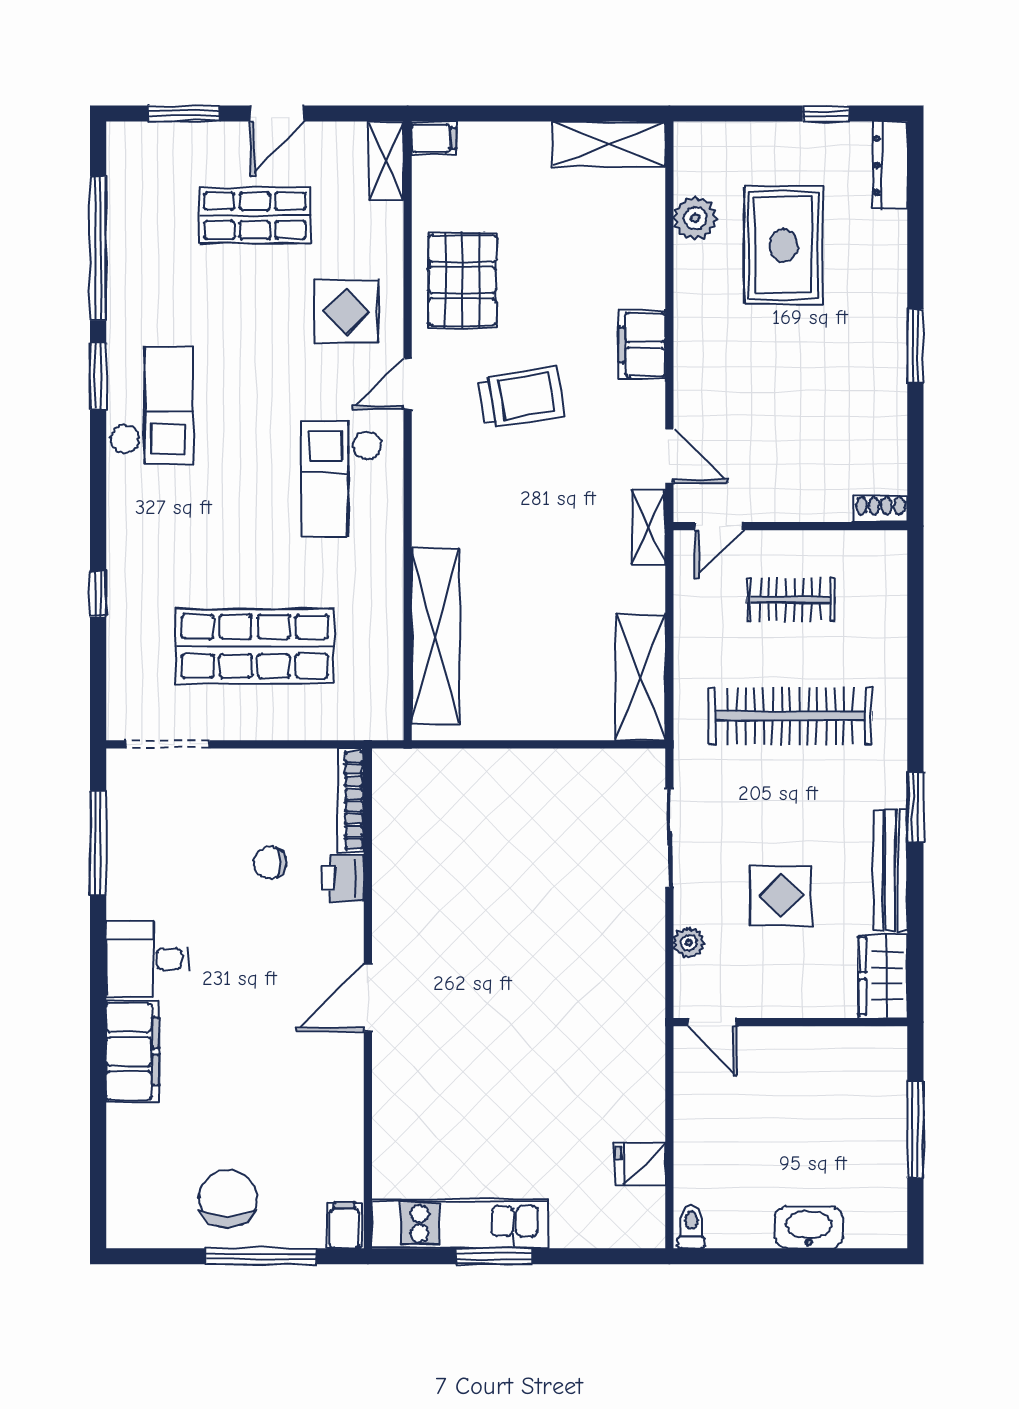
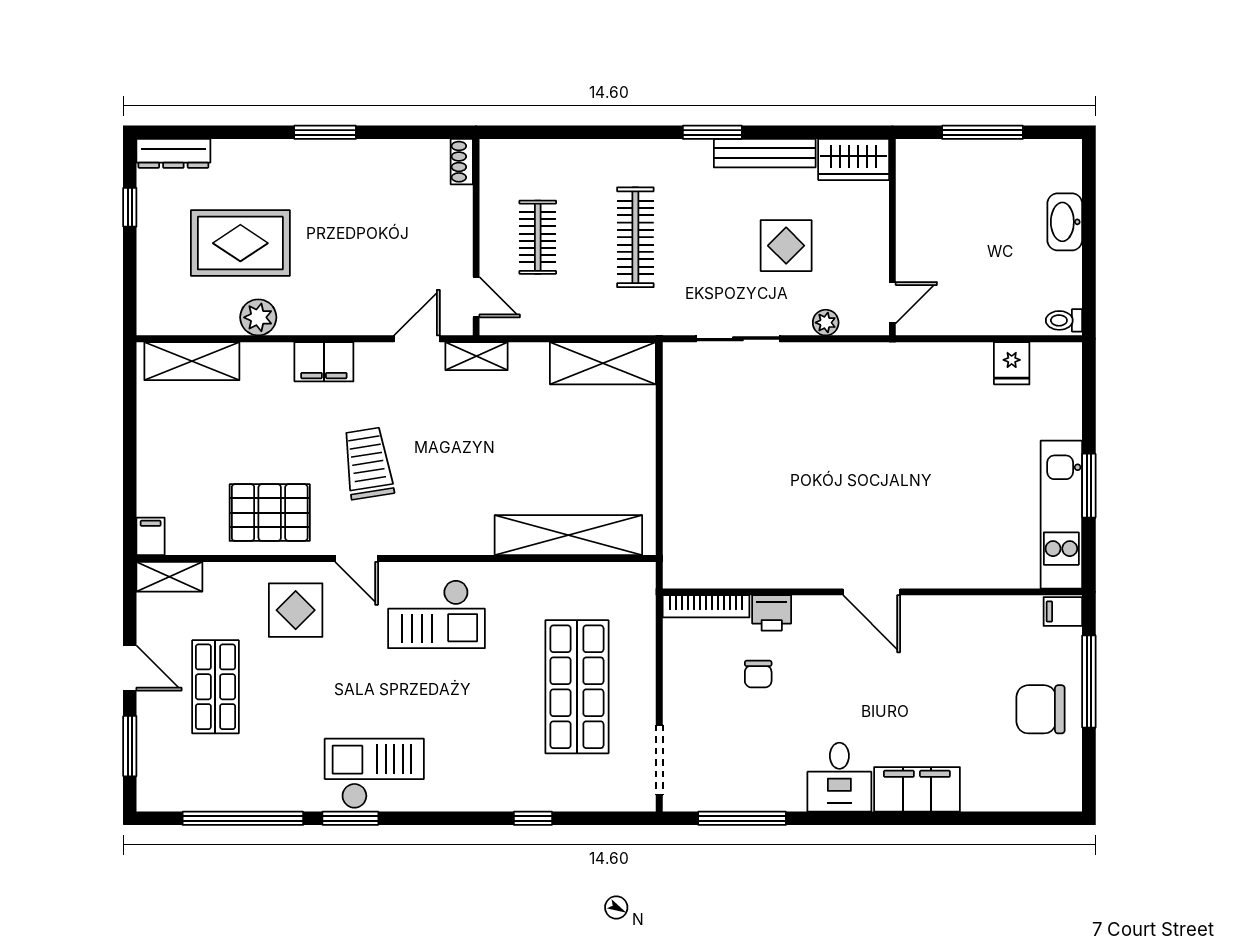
shelving: (609, 144) -> (192, 361), moved, turned 90
plant: (695, 218) -> (258, 317), moved
clothes rail: (790, 716) -> (635, 237), width x0.73, depth x0.76

